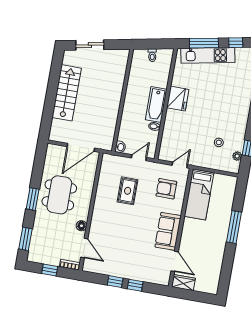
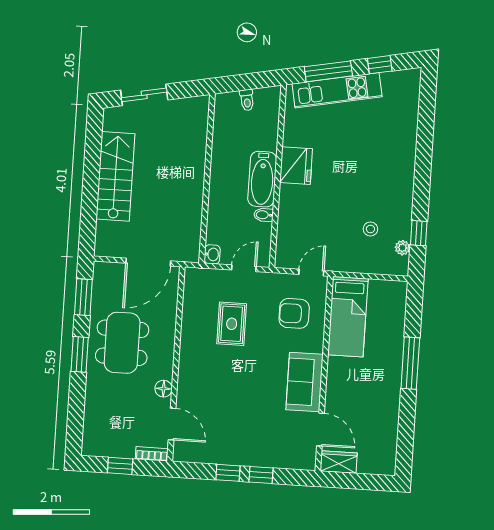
window: (26, 239) -> (83, 297), moved

